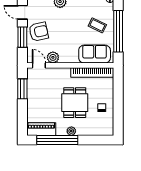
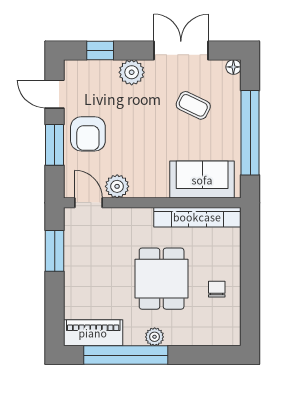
coffee table: (97, 25) -> (193, 105), moved
armchair: (39, 32) -> (88, 134), turned 102

